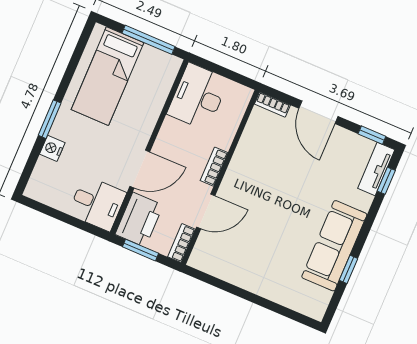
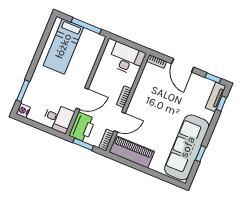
desk: (198, 97) -> (127, 59), moved, turned 90
window: (50, 119) -> (23, 91), moved
nightstand: (52, 148) -> (23, 111), moved
sofa: (334, 246) -> (187, 147), width x1.36, depth x1.27
piano: (226, 264) -> (132, 152), added

